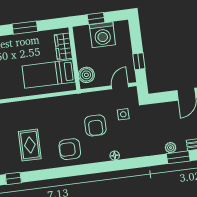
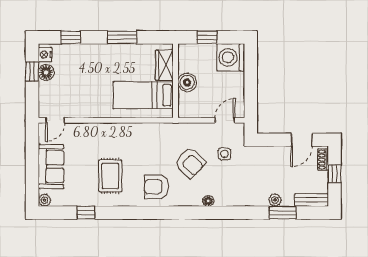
washing machine: (102, 35) -> (231, 57), moved, turned 90
window: (139, 61) -> (251, 94), removed
boiler: (86, 75) -> (187, 82), moved
armchair: (95, 125) -> (190, 163), turned -47

